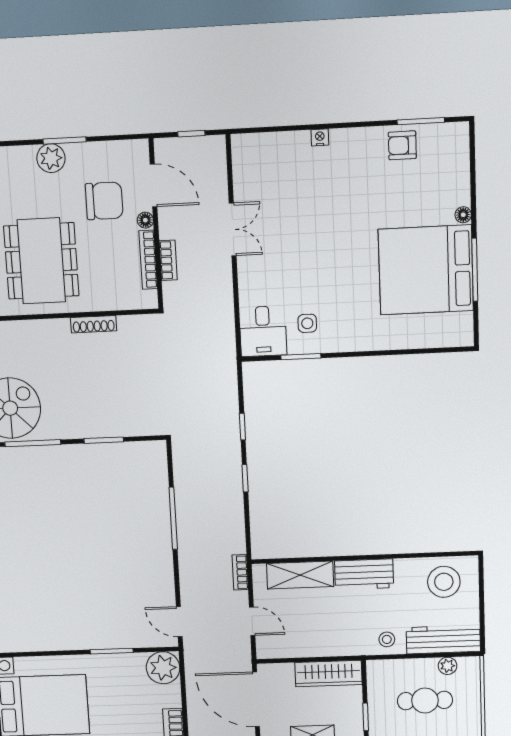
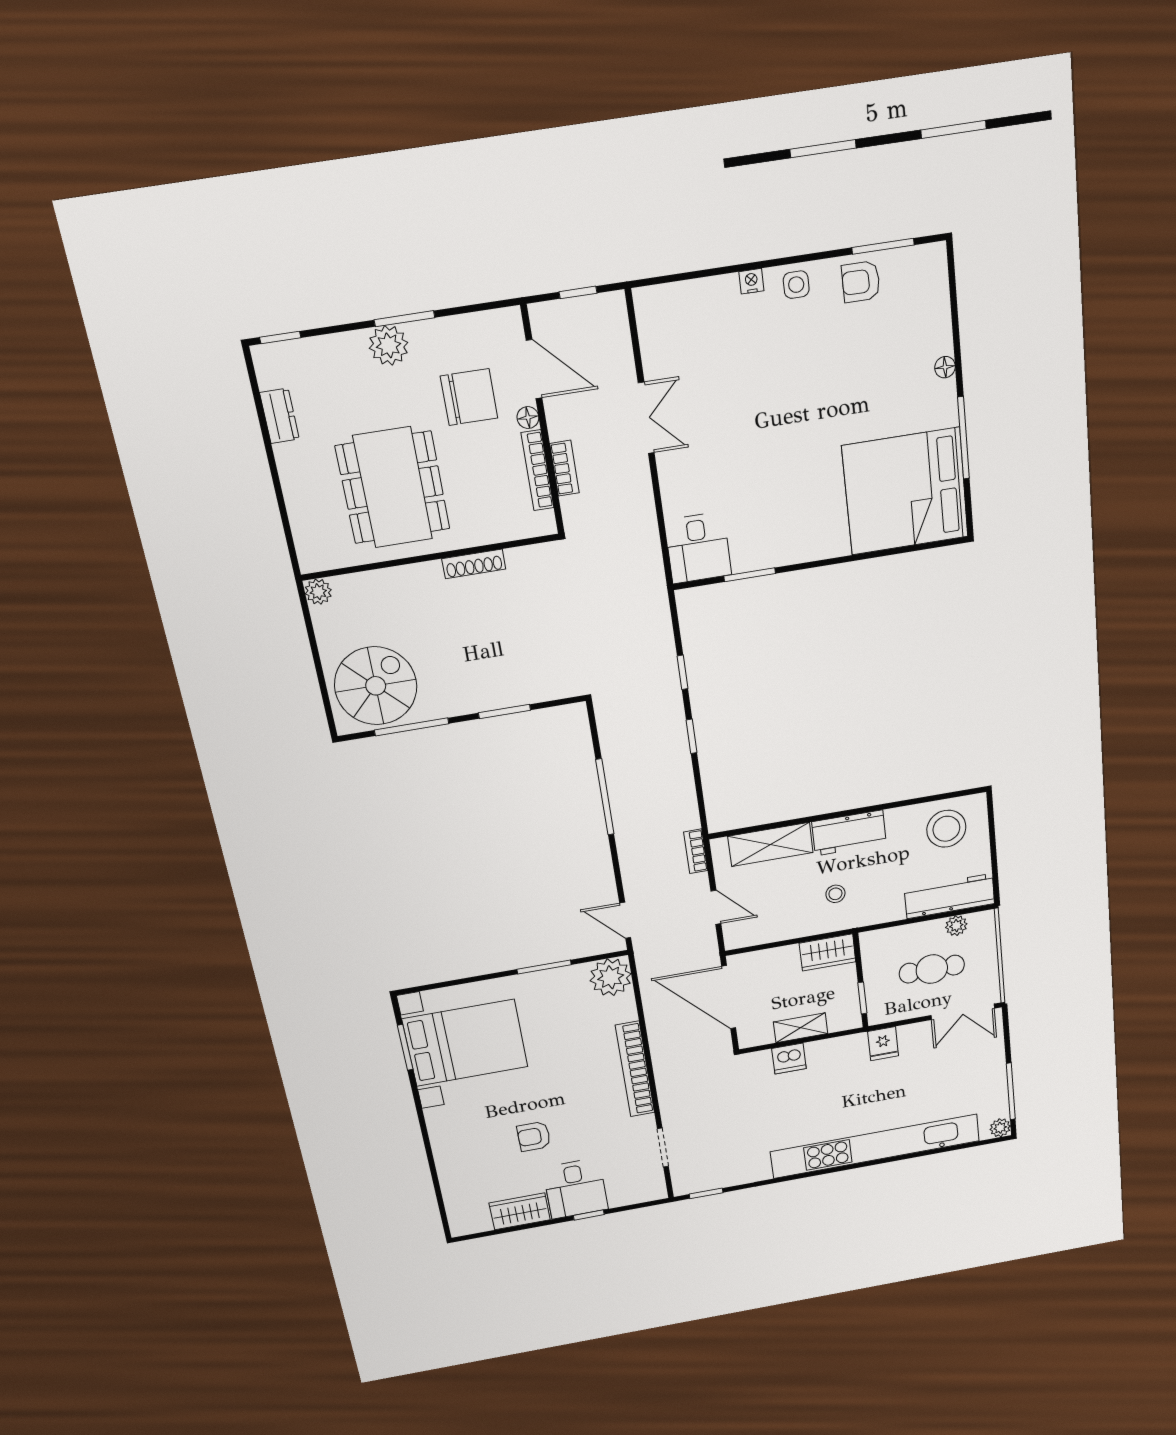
bed: (426, 270) -> (905, 491), moved
side table: (307, 323) -> (796, 285), moved
stool: (387, 639) -> (835, 894), moved
wardrobe: (328, 673) -> (828, 953), width x0.67

